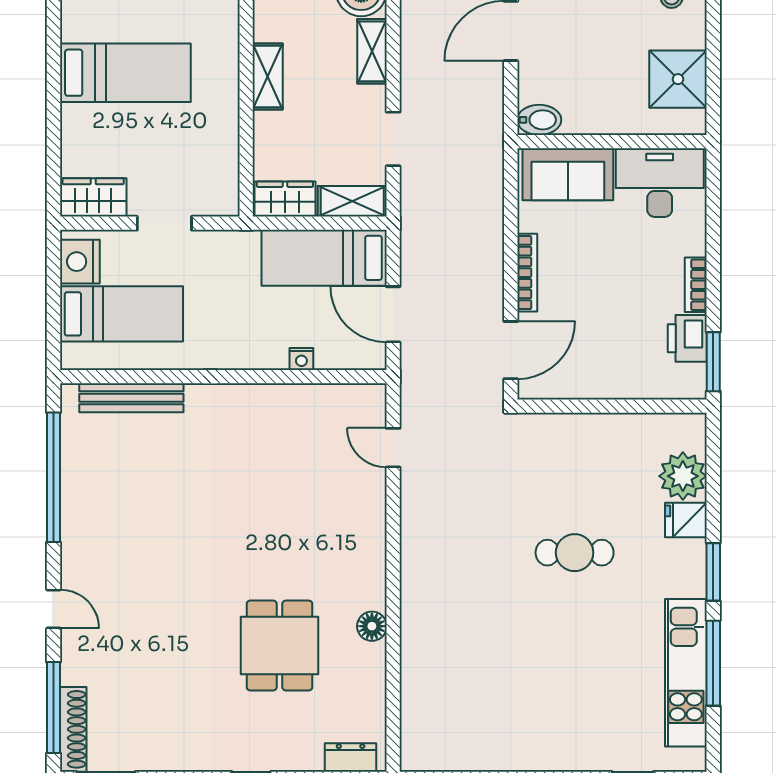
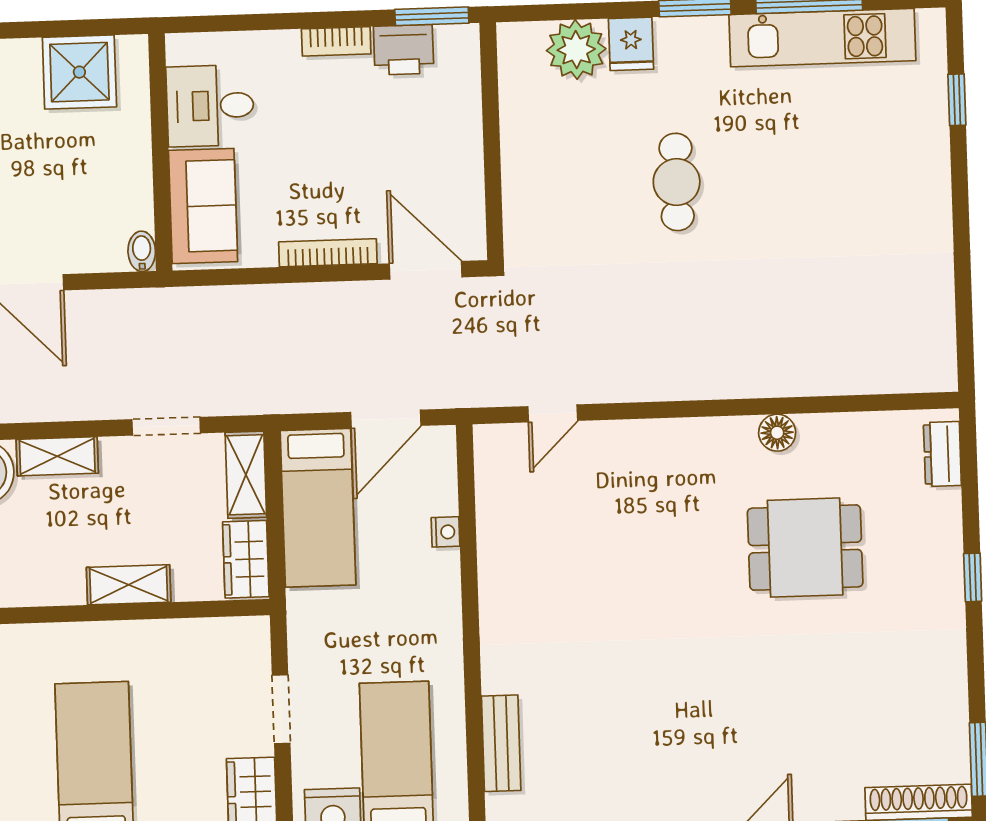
shelving: (268, 77) -> (129, 585), moved
bidet: (539, 120) -> (142, 251), width x0.72, depth x0.74
desk: (660, 183) -> (210, 106), width x0.73
bench: (131, 398) -> (501, 743), width x0.73

